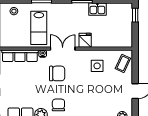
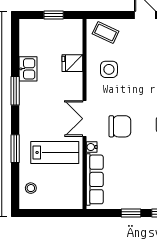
window: (135, 15) -> (54, 15), moved
fridge: (85, 40) -> (72, 63), moved
chair: (57, 73) -> (120, 126), turned 90

